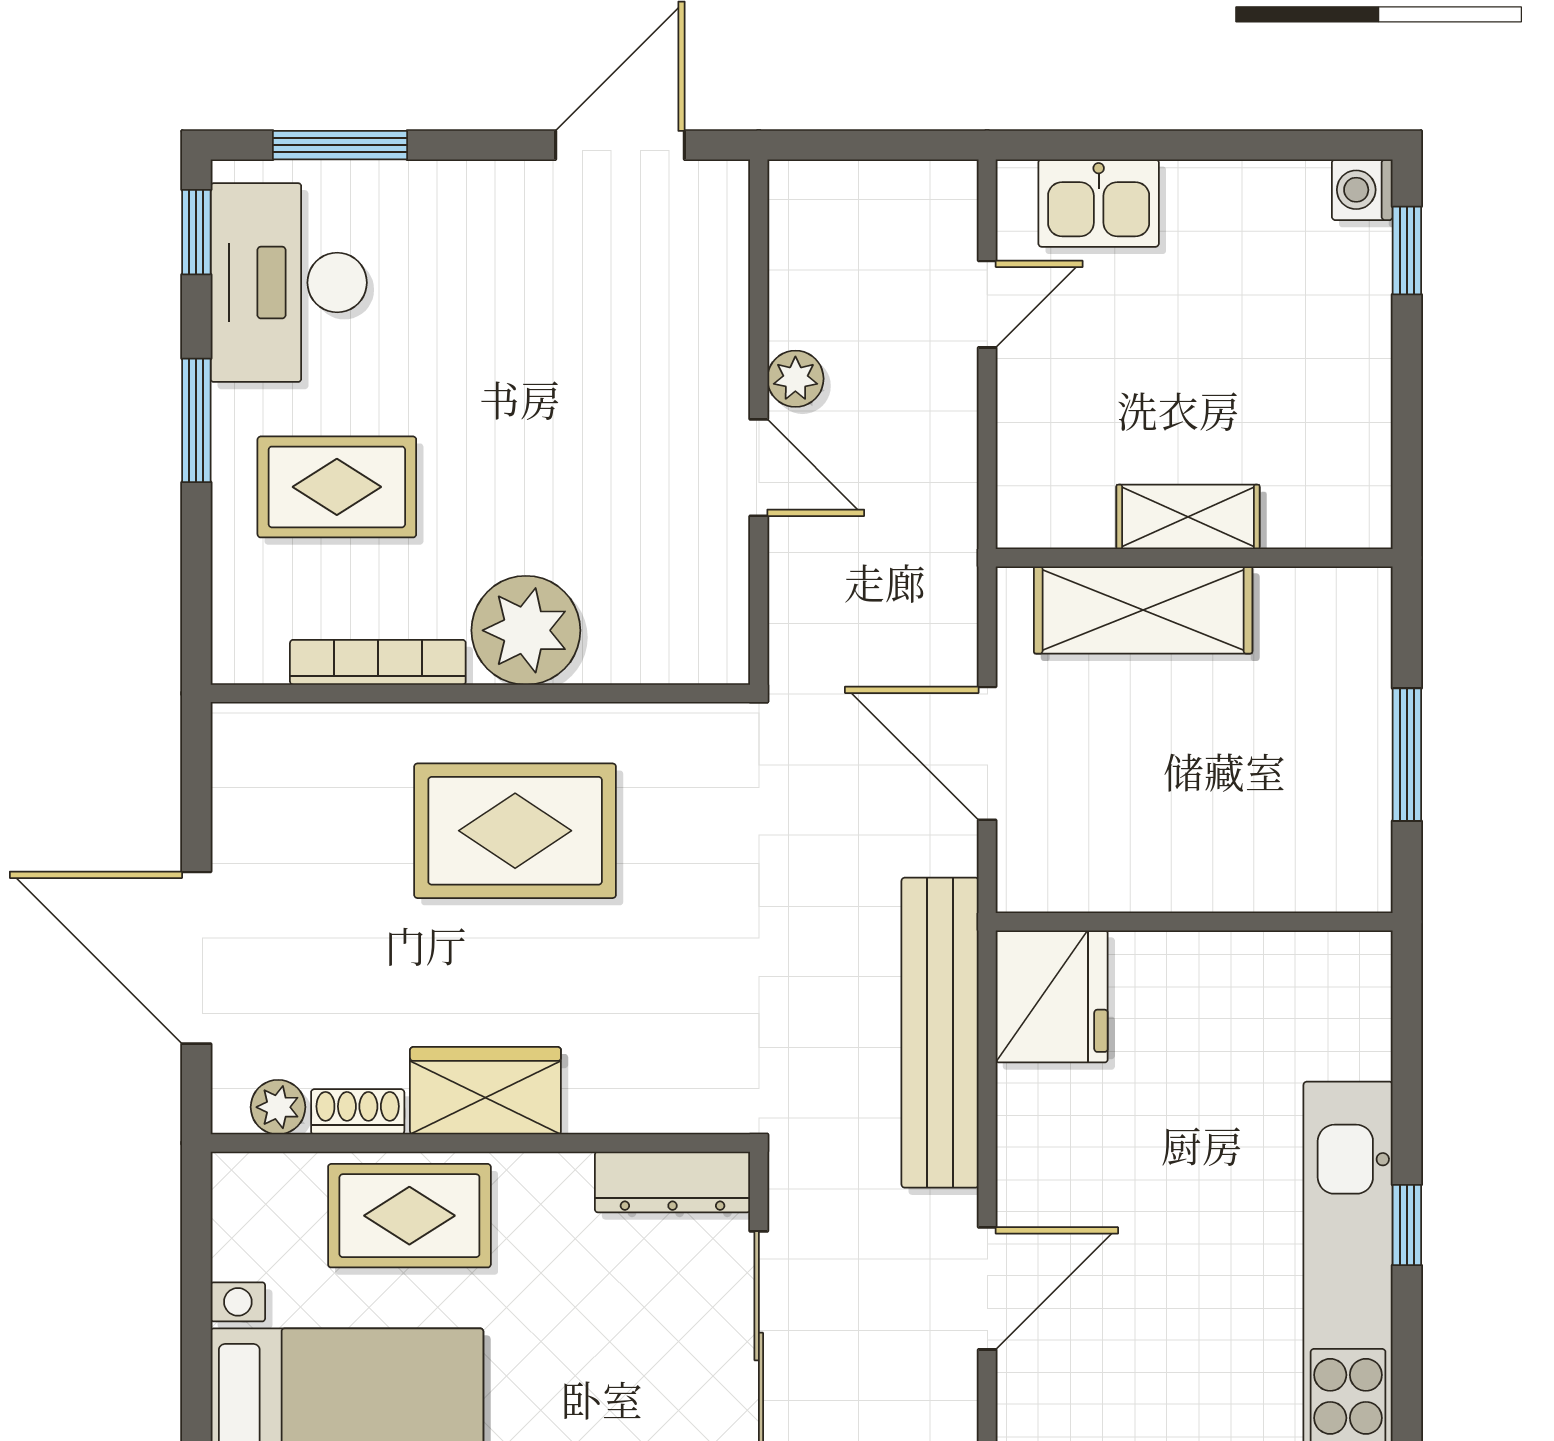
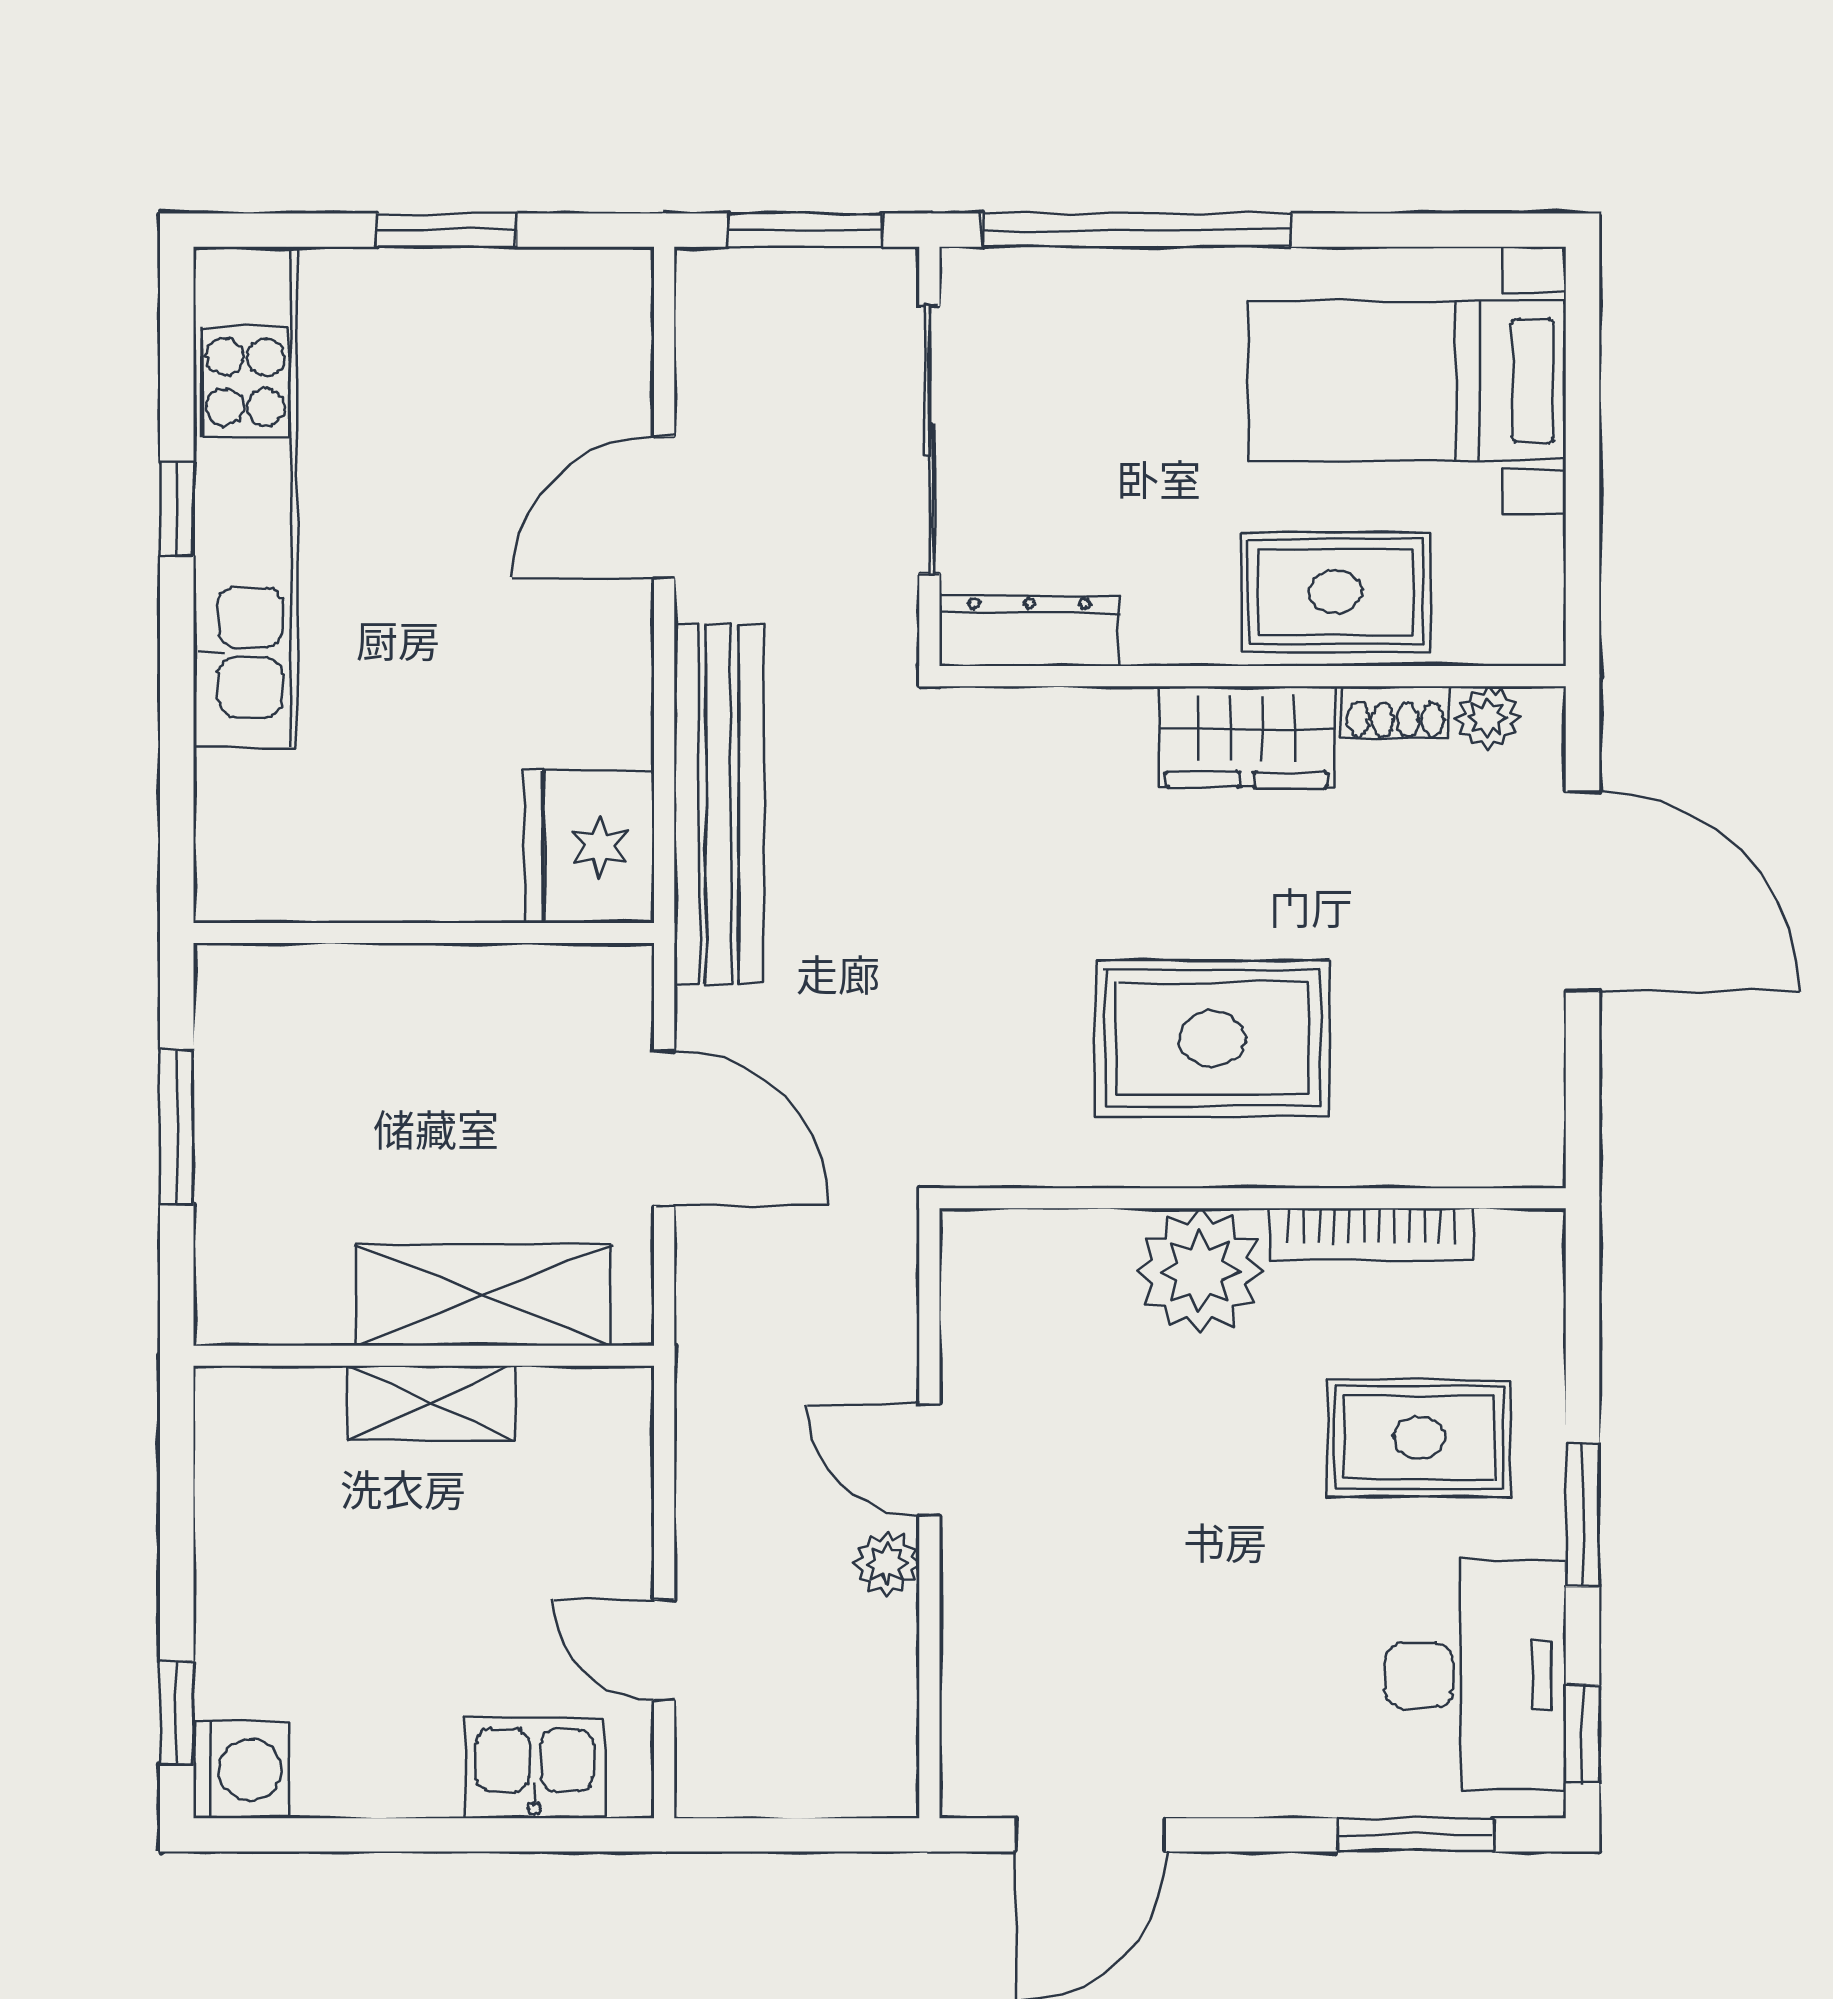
washing machine: (1362, 190) -> (242, 1770), width x1.38, depth x1.38
door: (987, 304) -> (664, 1650), hinge flipped
window: (1407, 1225) -> (177, 509), moved

